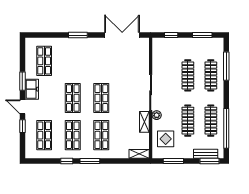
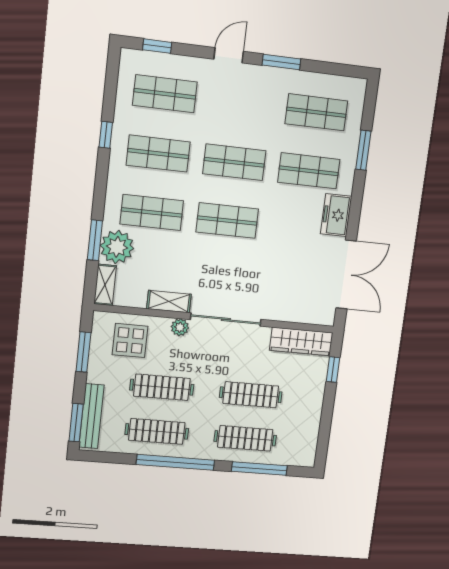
window: (78, 35) -> (363, 150), moved
window: (202, 35) -> (325, 428), removed
wardrobe: (158, 53) -> (301, 342), added
shop shelf: (73, 61) -> (309, 171), added
freezer: (32, 89) -> (336, 215), moved, turned 90
window: (22, 126) -> (157, 46), moved
window: (226, 128) -> (175, 462), moved
plant: (120, 150) -> (117, 247), added
bench: (206, 154) -> (92, 416), width x1.36
window: (90, 161) -> (95, 240), moved

